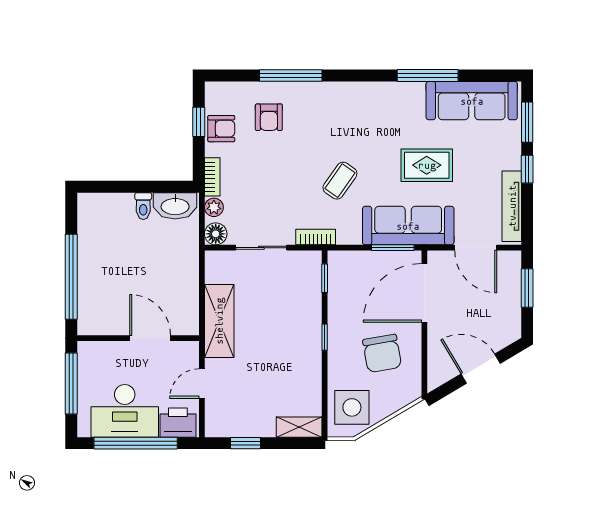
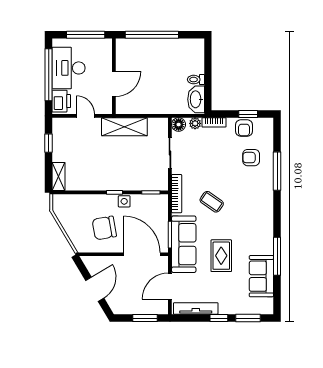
sofa: (472, 101) -> (261, 276), width x0.73
bookcase: (316, 237) -> (177, 194), width x1.56
side table: (352, 407) -> (124, 201), moved, width x0.54, depth x0.54

